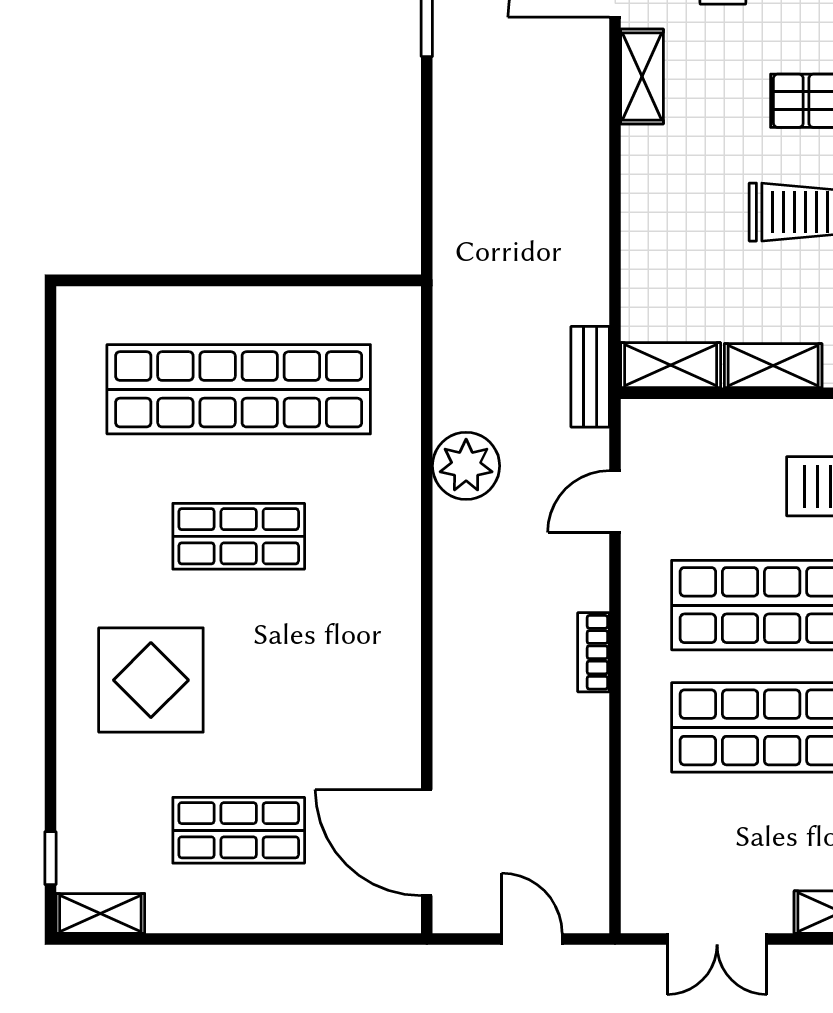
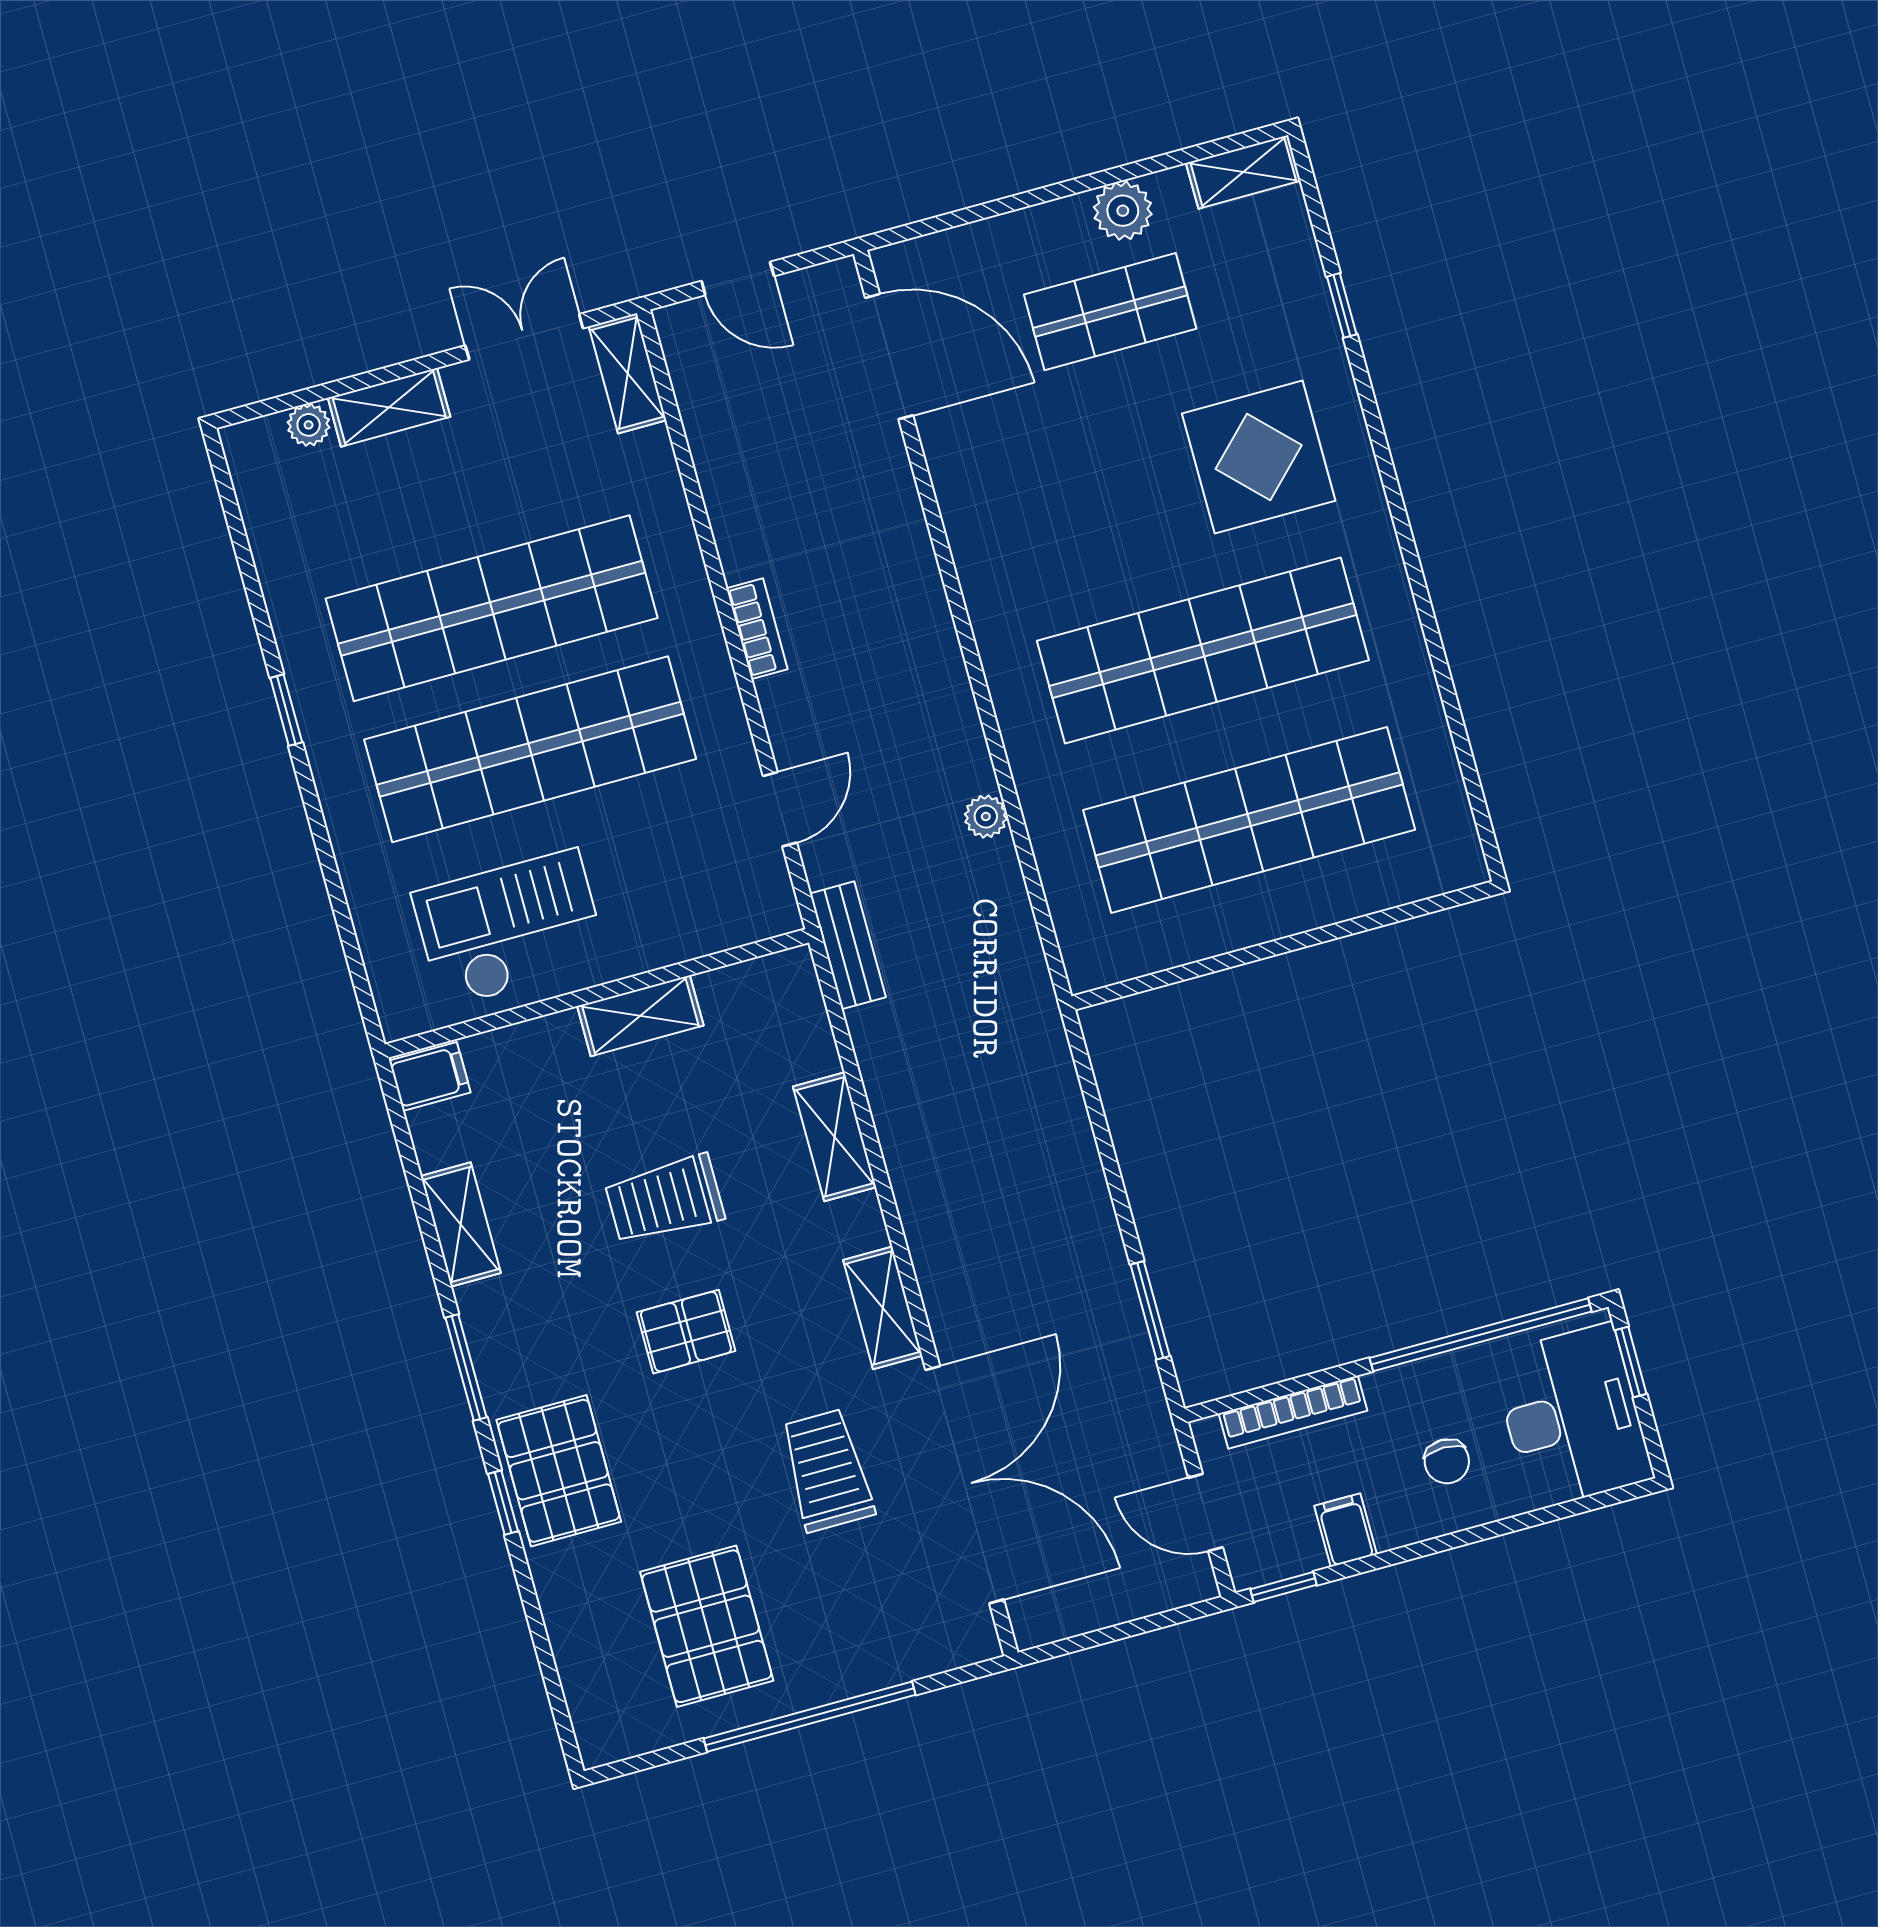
shelving: (671, 365) -> (835, 1137), moved, turned 90
plant: (466, 466) -> (986, 817), width x0.53, depth x0.53
shop shelf: (239, 536) -> (1203, 650), width x2.00, depth x1.36
window: (50, 858) -> (1342, 305), moved
shelving: (642, 887) -> (628, 373), added
plant: (206, 909) -> (1123, 211), added

